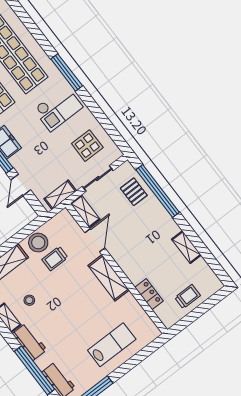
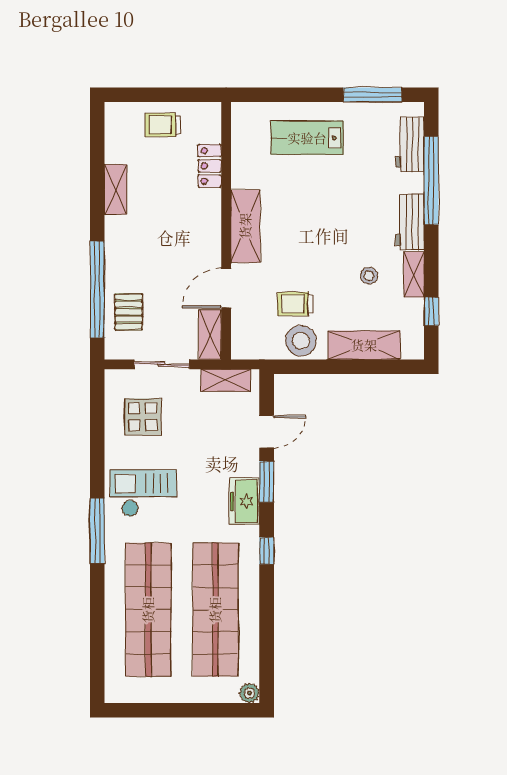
trolley: (55, 259) -> (295, 304), turned 180

